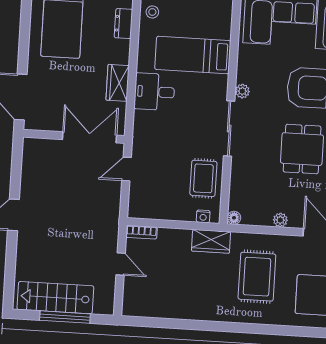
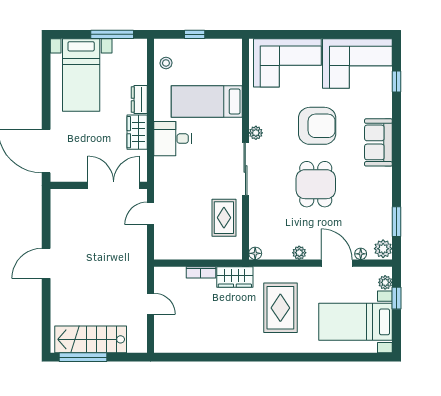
dresser: (123, 24) -> (139, 100), moved
nightstand: (203, 216) -> (226, 254), removed
bookcase: (142, 232) -> (201, 272), moved
window: (65, 317) -> (83, 357), moved

